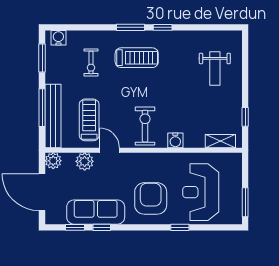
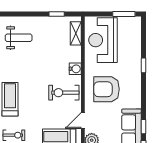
reception desk: (201, 192) -> (103, 40), moved, turned 90
armchair: (151, 198) -> (107, 89), moved

